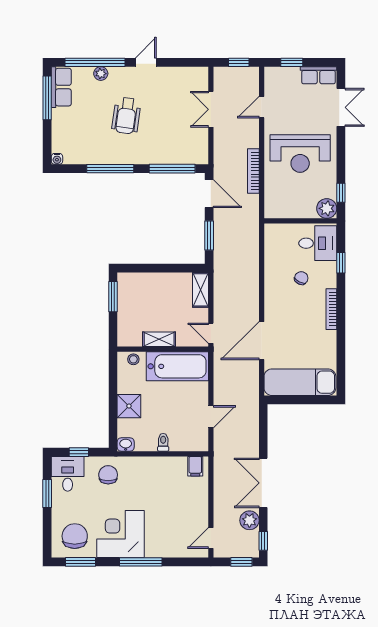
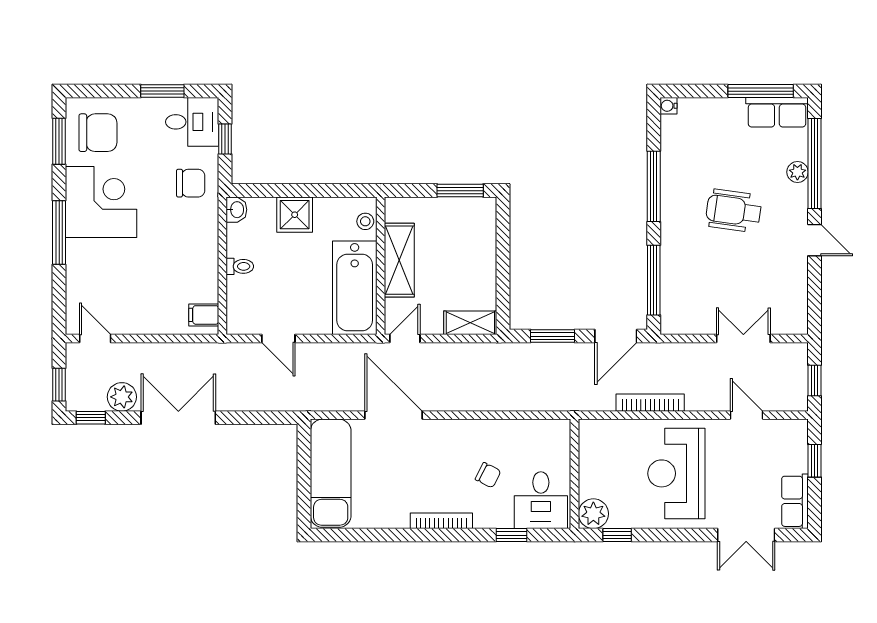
shelving: (159, 339) -> (399, 260), width x1.50, depth x1.33

